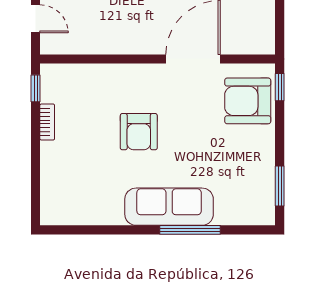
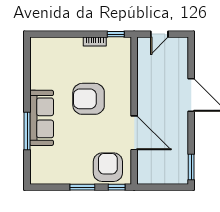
armchair: (139, 132) -> (89, 99), width x1.36, depth x1.36
window: (280, 186) -> (82, 187), moved

